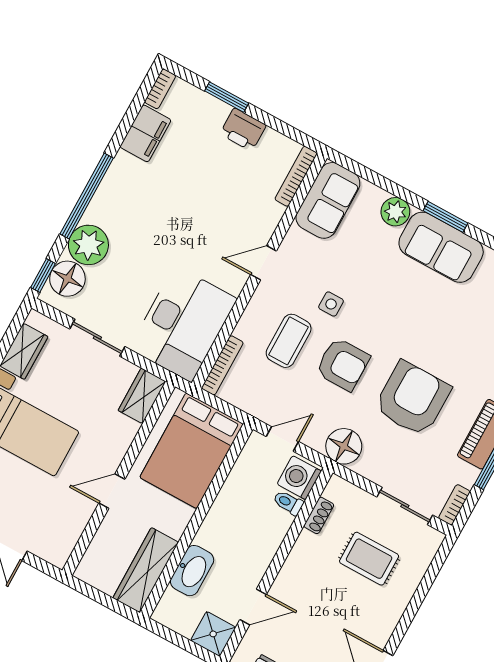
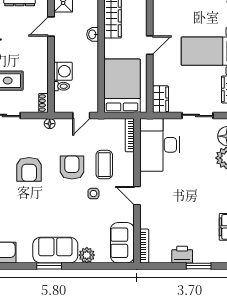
window: (445, 217) -> (49, 266), moved
door: (264, 263) -> (137, 196), swing flipped
armchair: (343, 364) -> (72, 168), turned 90
armchair: (413, 399) -> (29, 169), width x0.73, depth x0.73
floor lamp: (344, 446) -> (50, 124), width x0.53, depth x0.53
washing machine: (299, 478) -> (63, 71), moved
shoe rack: (319, 515) -> (43, 103), moved
washbasin: (192, 571) -> (93, 34), width x0.52, depth x0.69

